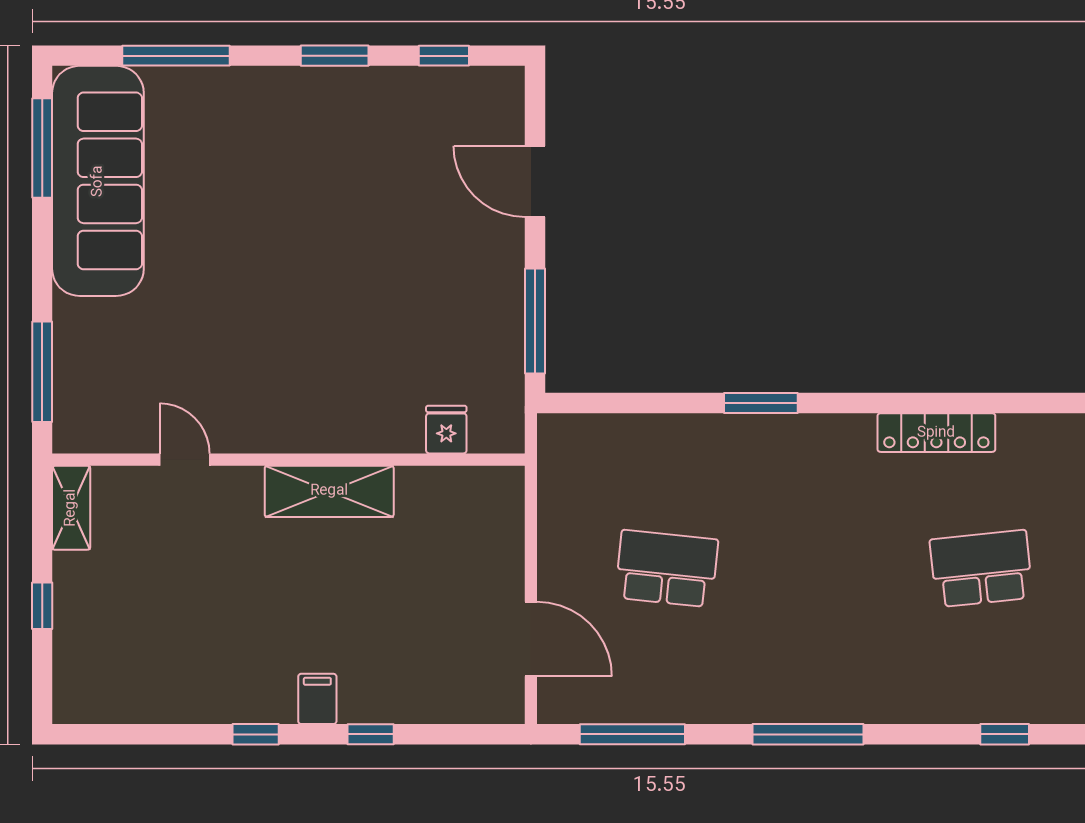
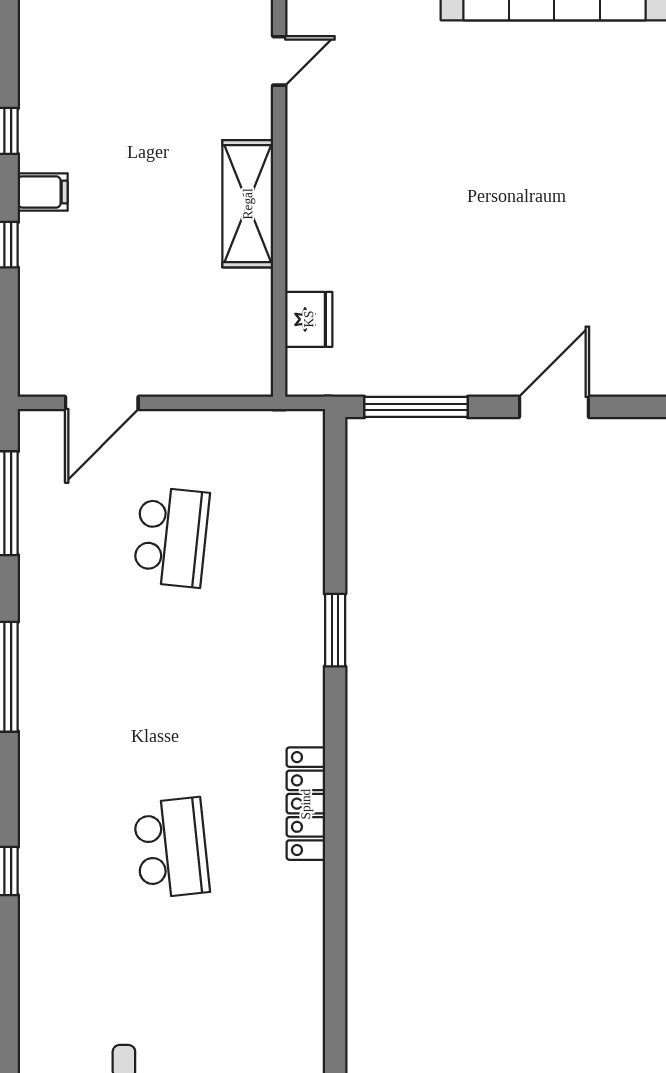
fridge: (446, 430) -> (309, 319), width x1.38

